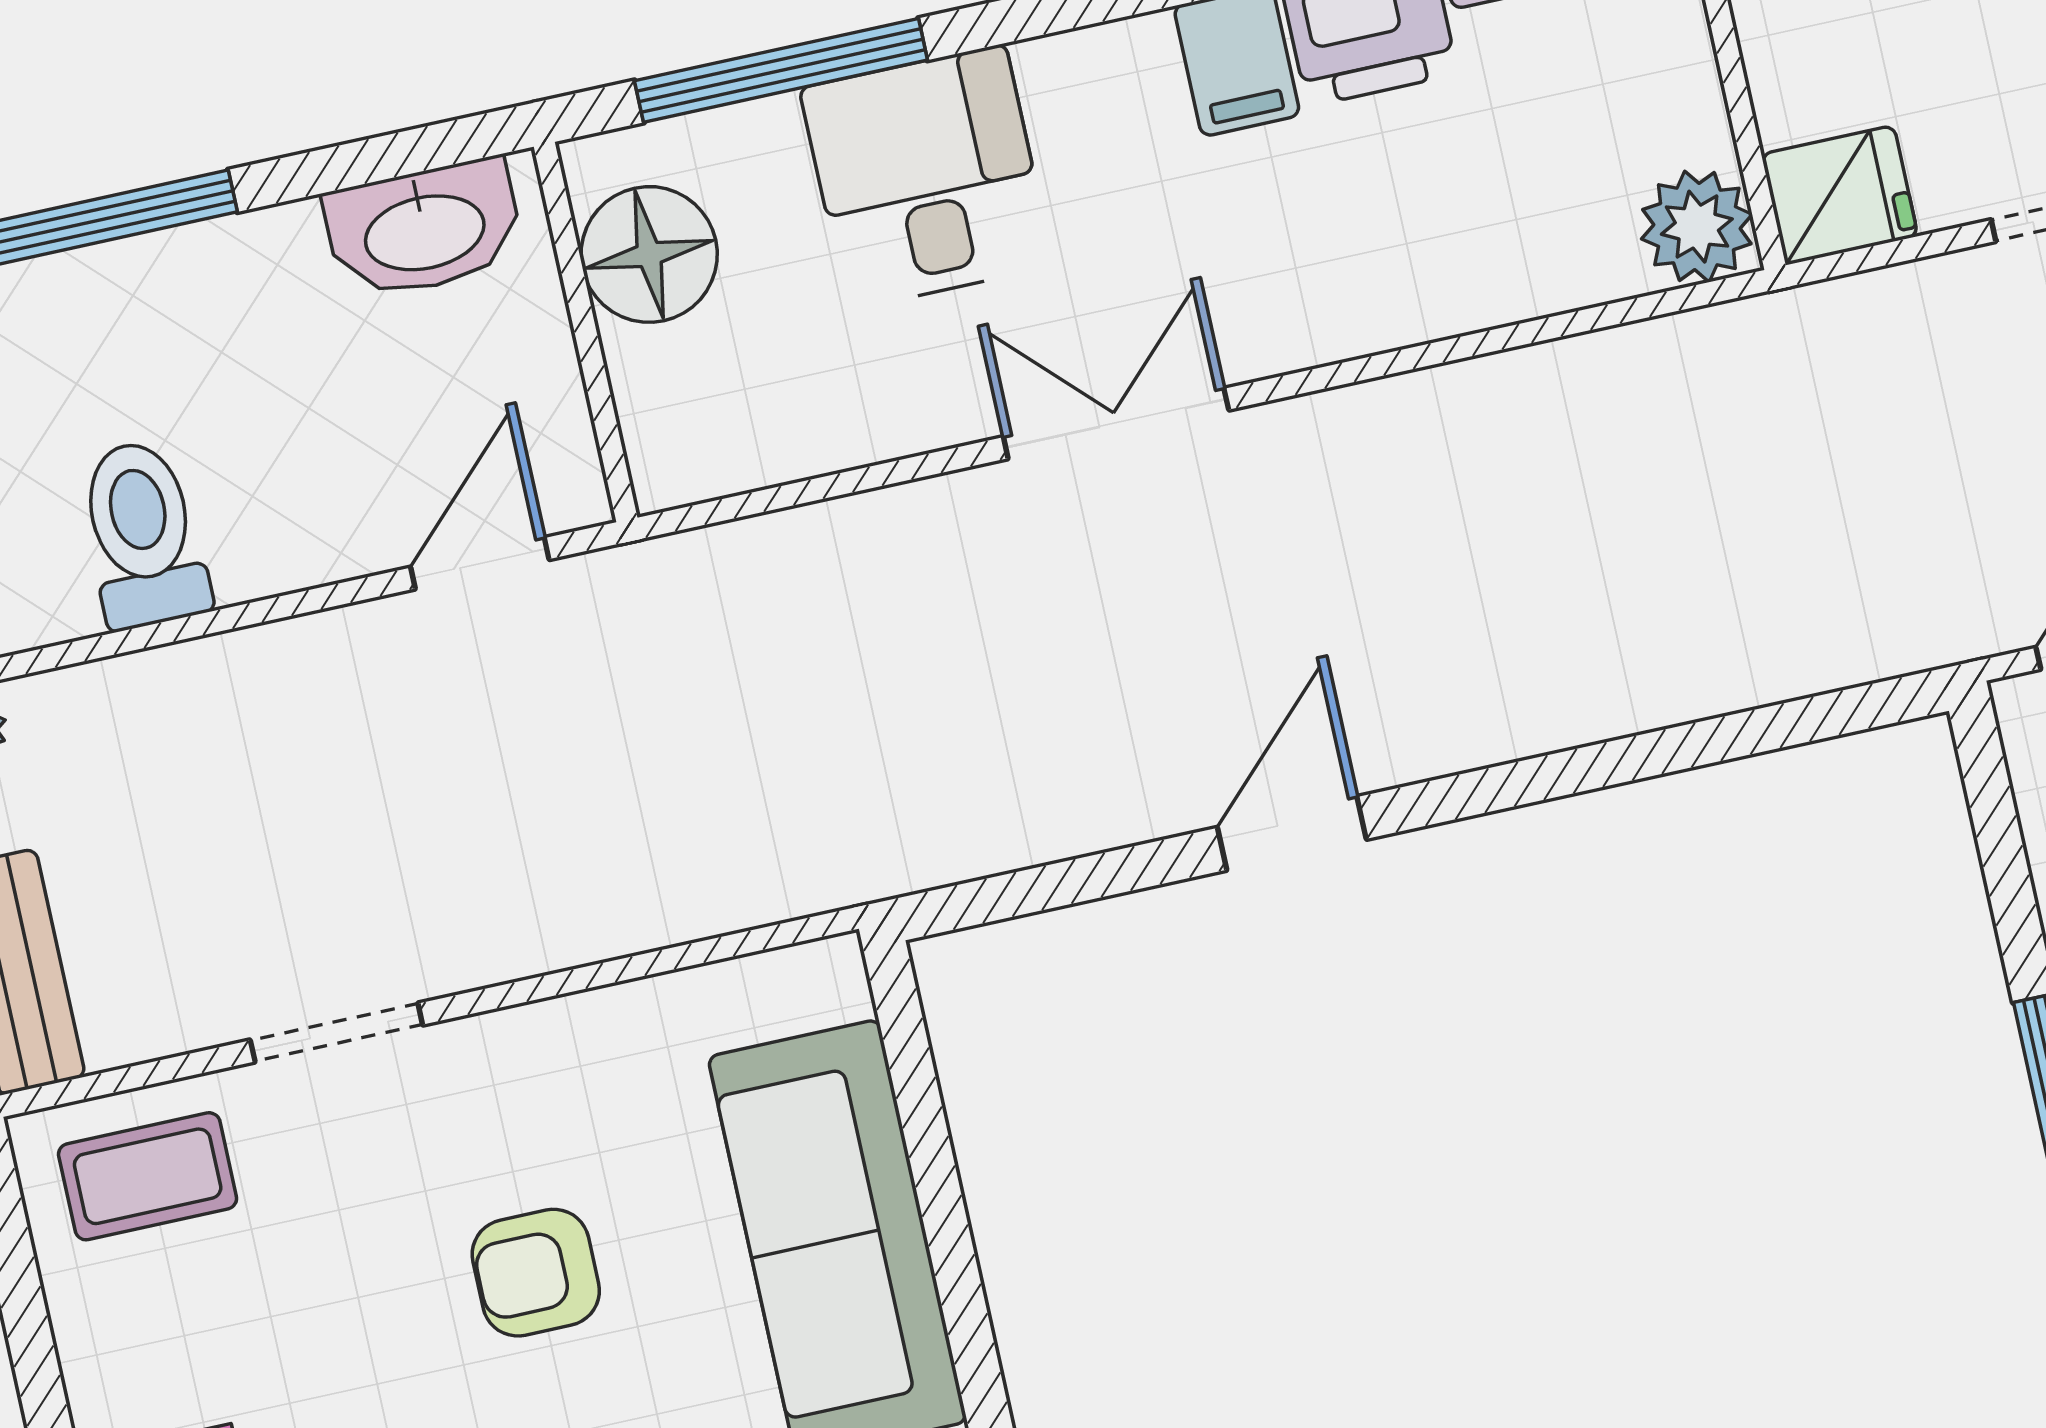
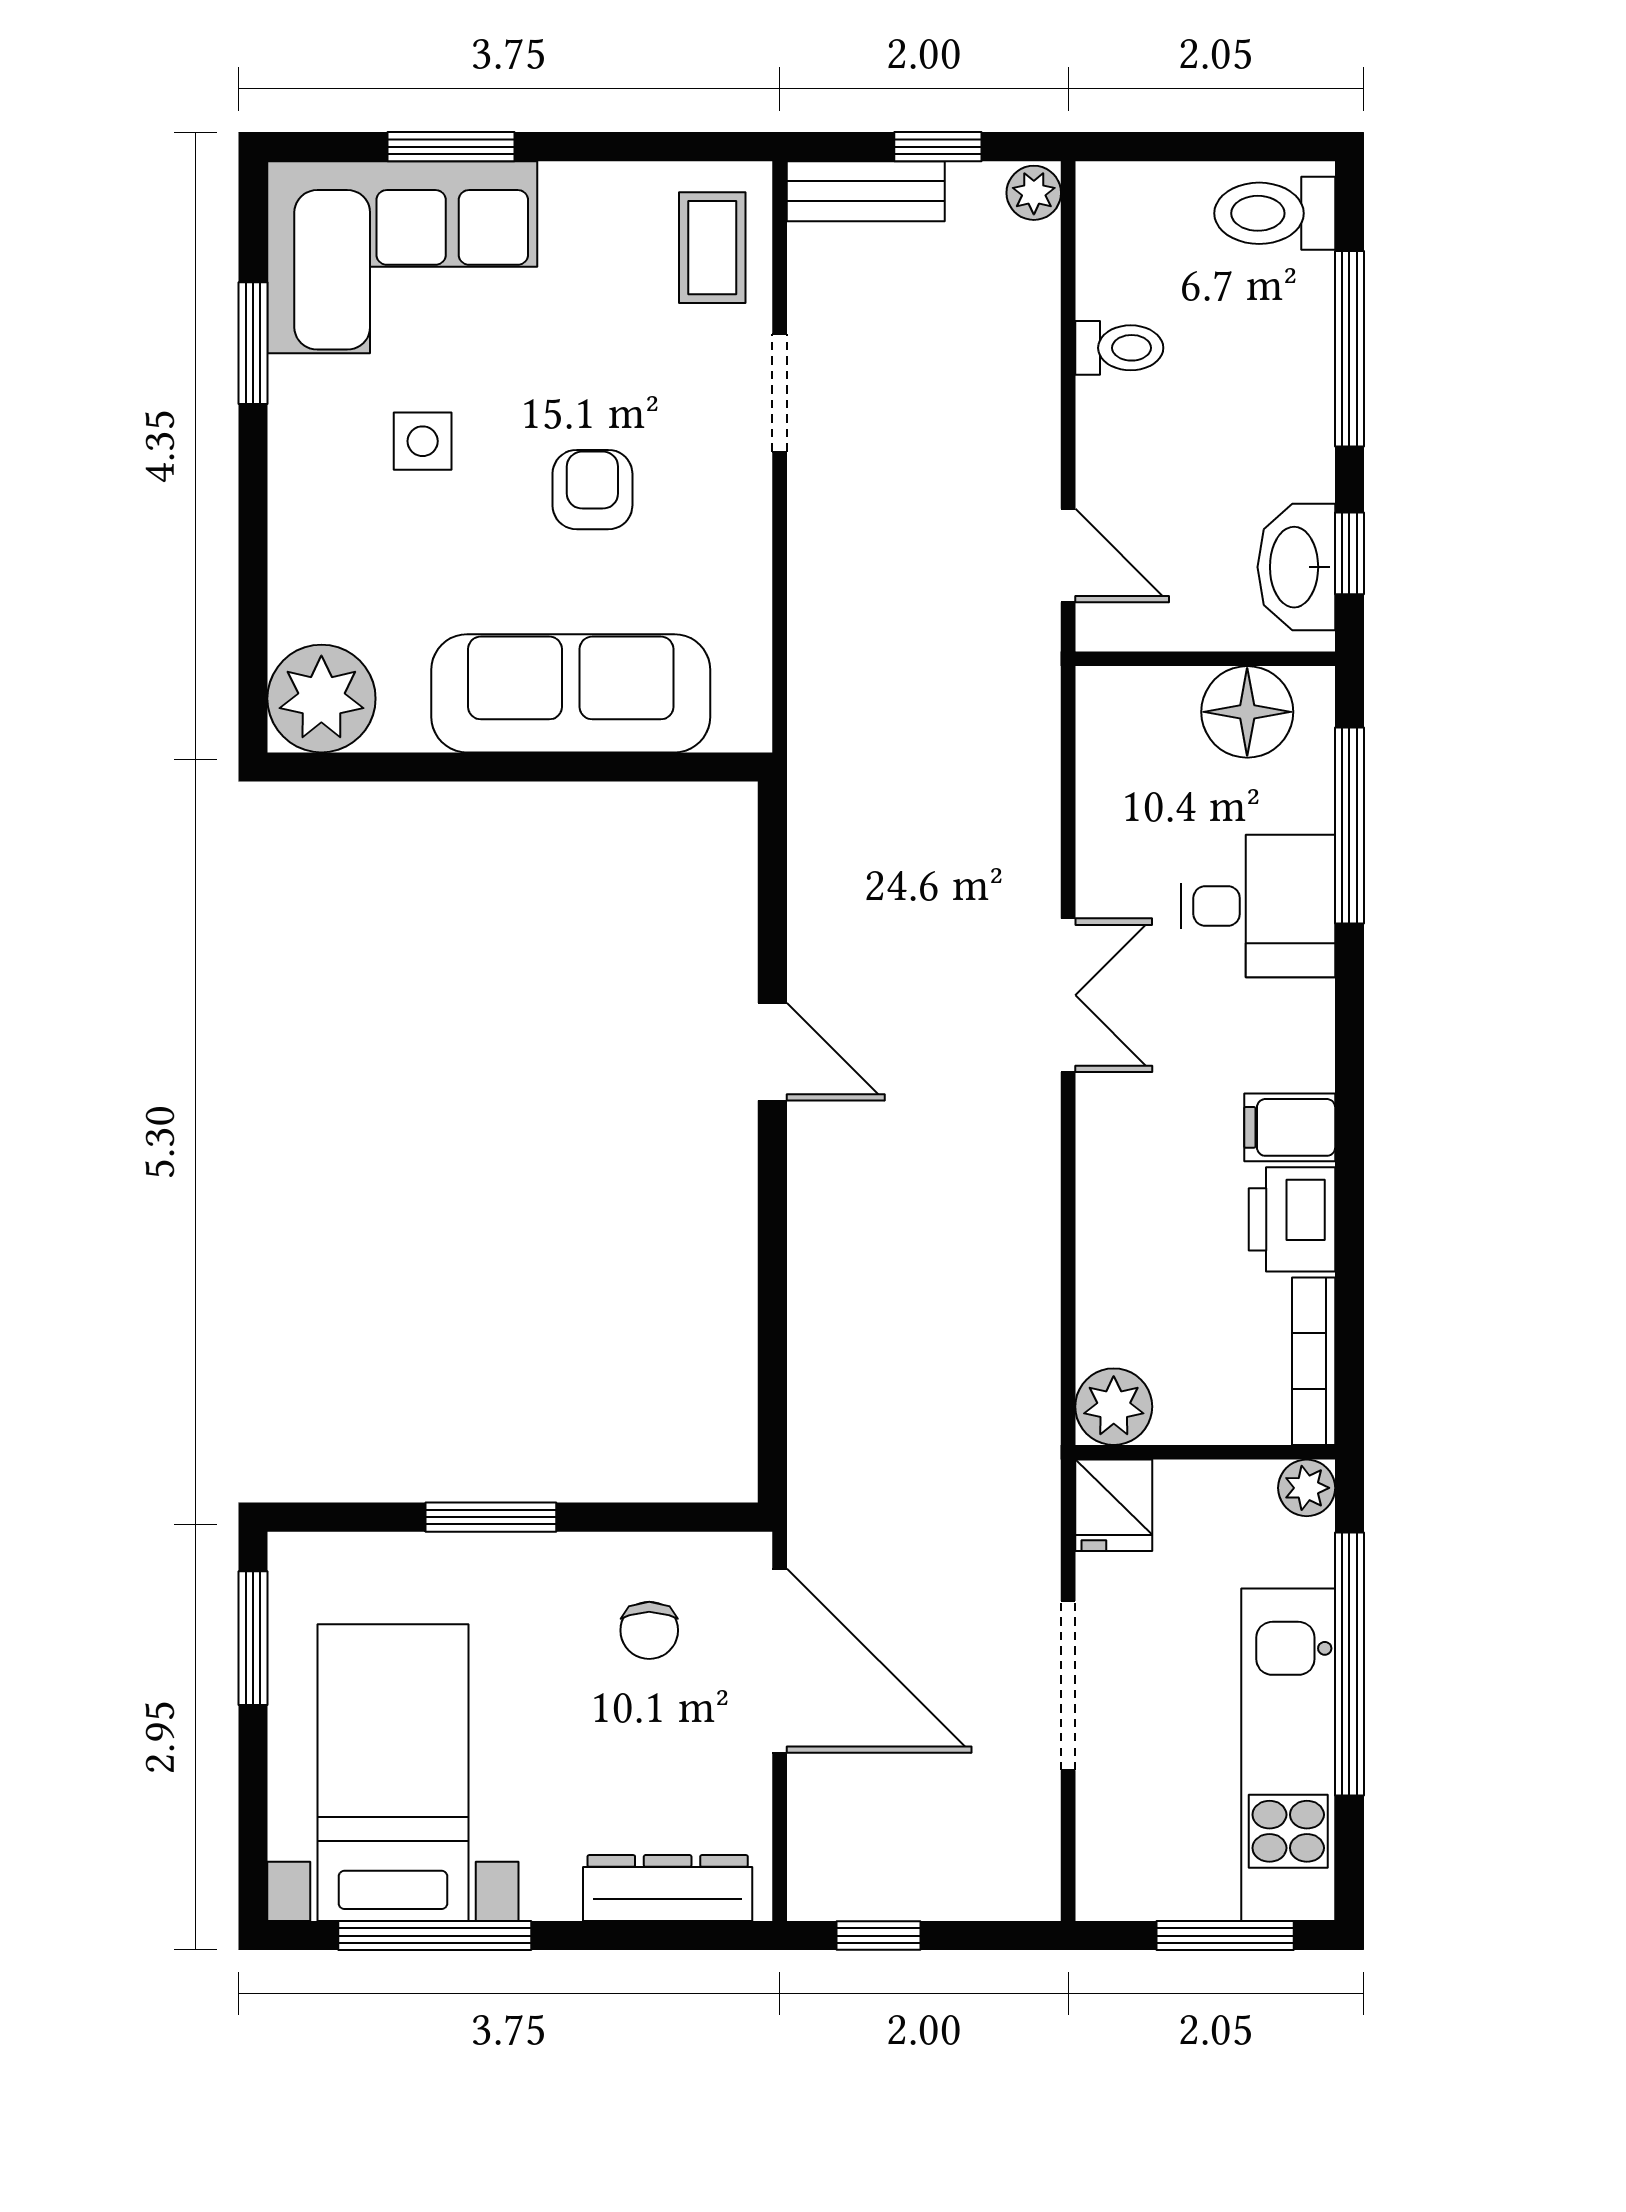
window: (387, 157) -> (1349, 553), added
toilet: (143, 534) -> (1119, 348), width x0.73, depth x0.72

